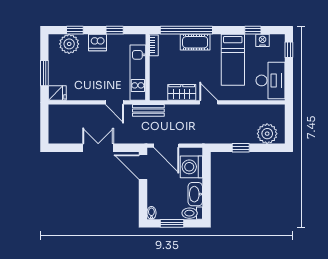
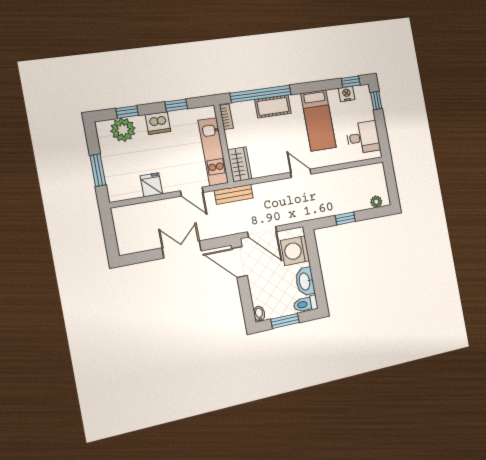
window: (253, 30) -> (351, 82), moved
desk: (270, 80) -> (363, 137), width x0.73
wardrobe: (182, 92) -> (240, 164), moved, turned 90
fridge: (57, 93) -> (151, 185), moved, turned -90
plant: (267, 134) -> (376, 202), width x0.53, depth x0.53

